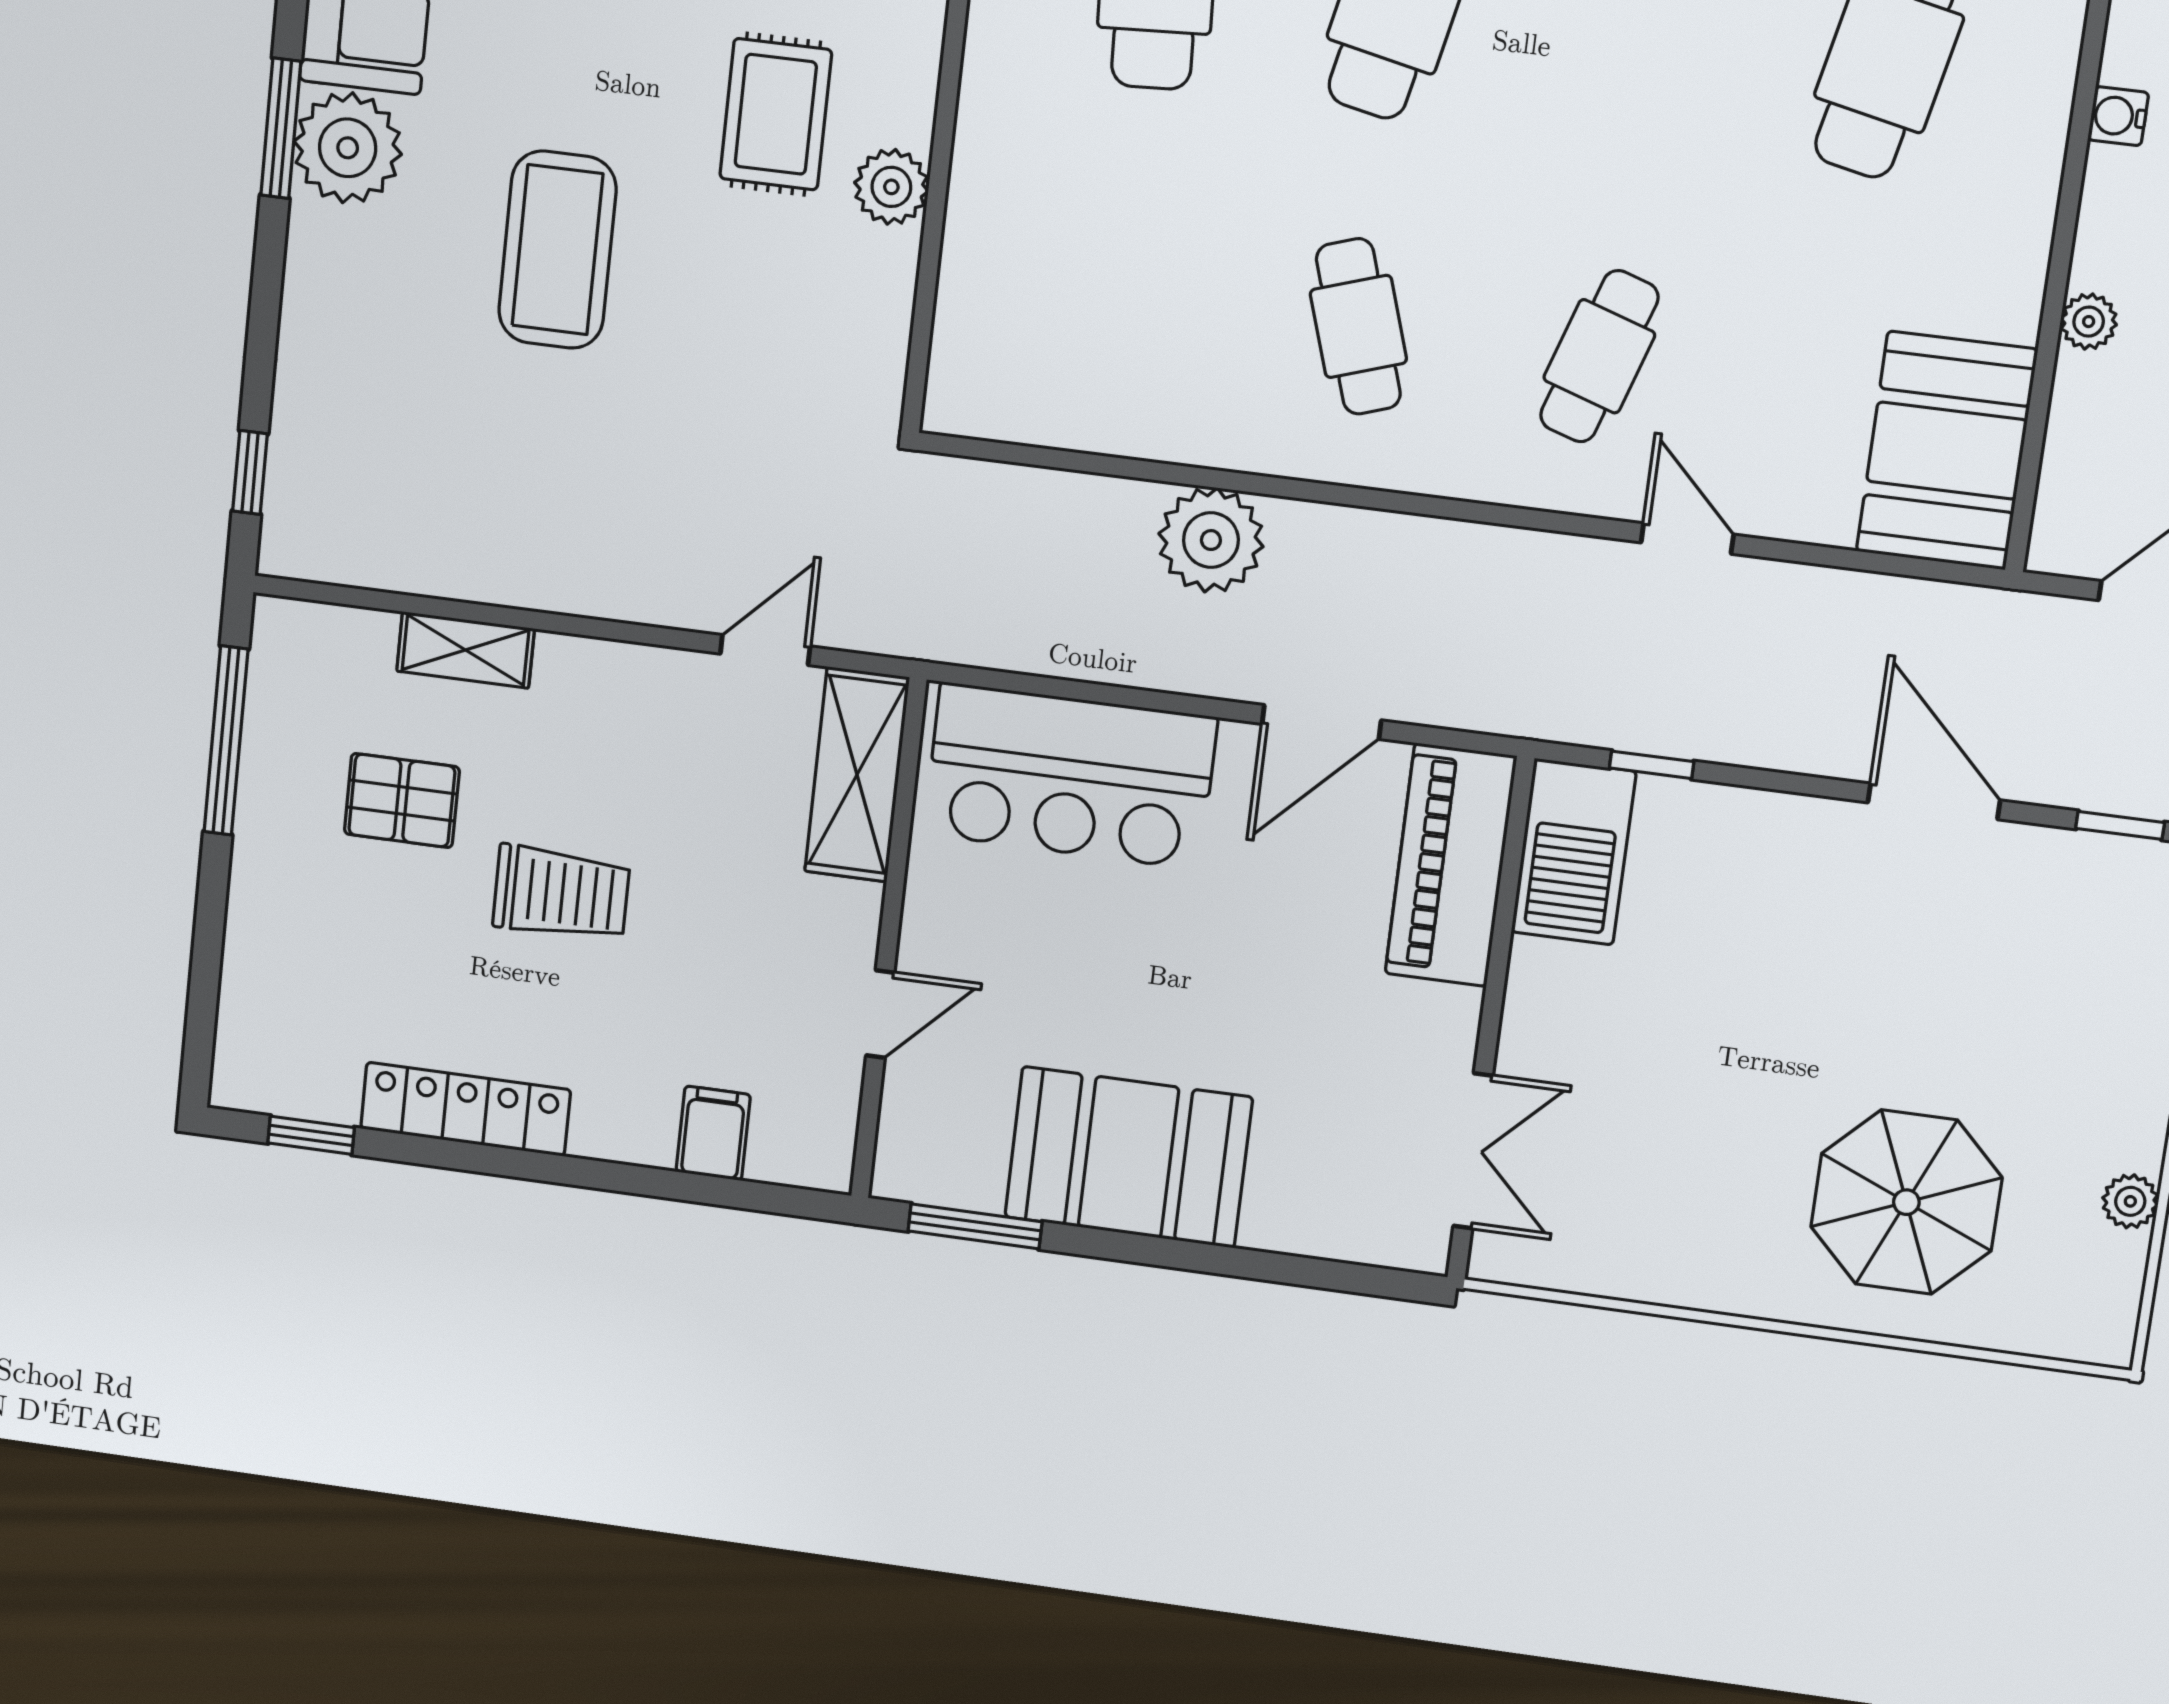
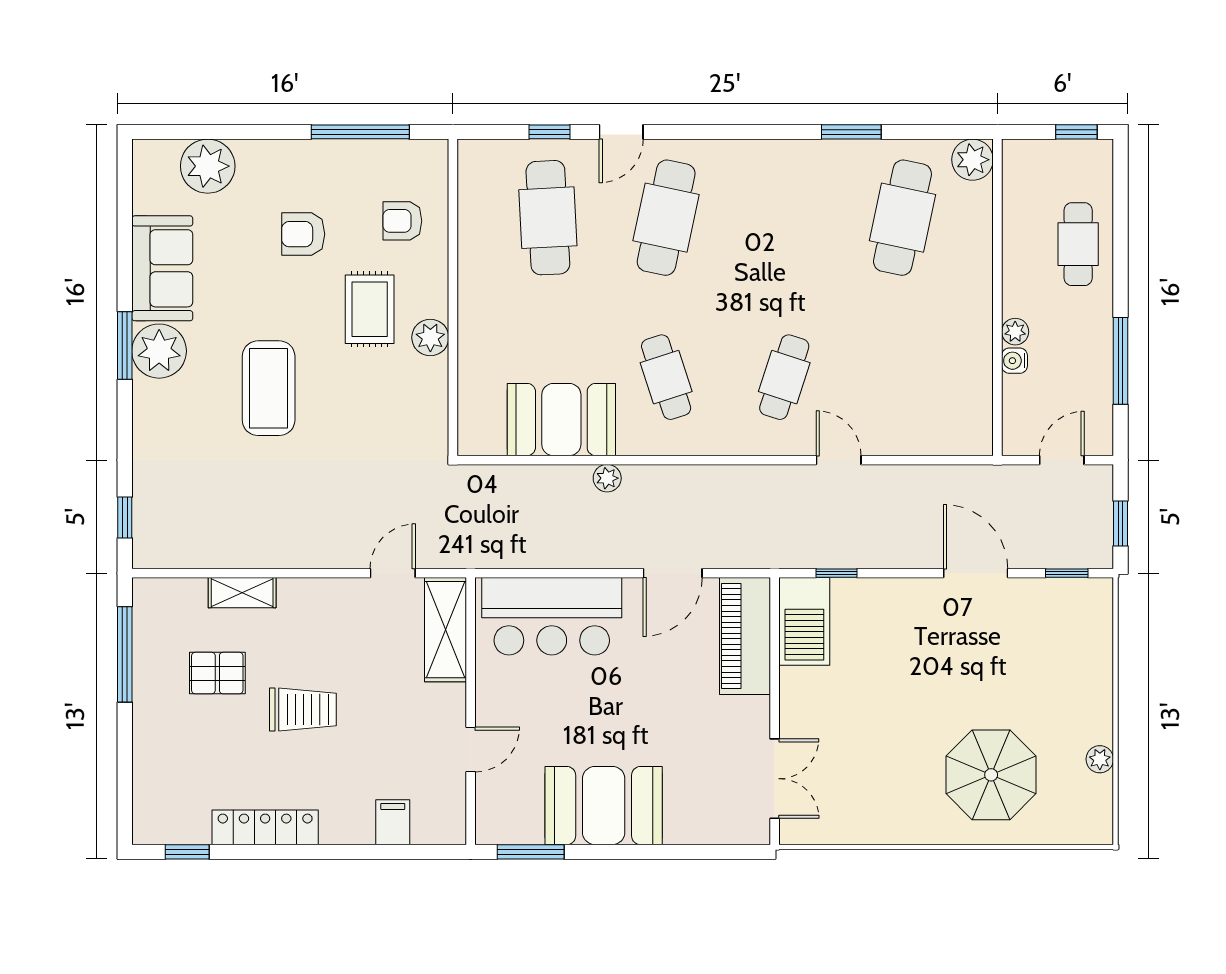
water cooler: (2118, 116) -> (1015, 361), moved
booth: (1947, 451) -> (561, 420), moved, turned 90
plant: (1211, 540) -> (607, 478), width x0.53, depth x0.53

